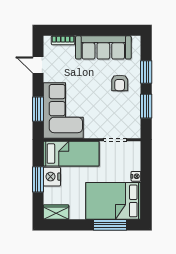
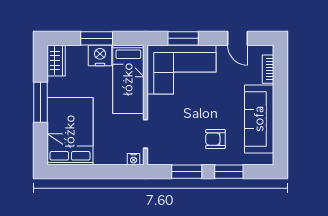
door: (38, 65) -> (238, 38), swing flipped
nightstand: (136, 176) -> (134, 159), moved
window: (110, 225) -> (40, 102), moved

